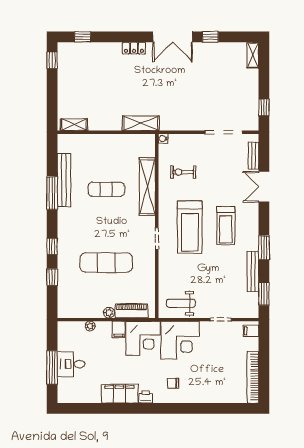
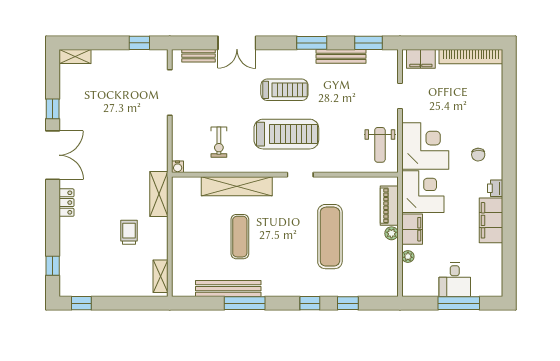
trolley: (110, 99) -> (129, 232), added
filing cabinet: (119, 329) -> (412, 229), width x2.00
filing cabinet: (251, 331) -> (421, 59), width x2.00

